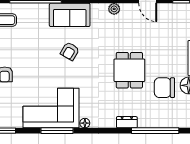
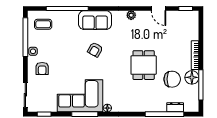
chair: (164, 88) -> (172, 79), turned 180
dresser: (127, 122) -> (175, 107), moved

